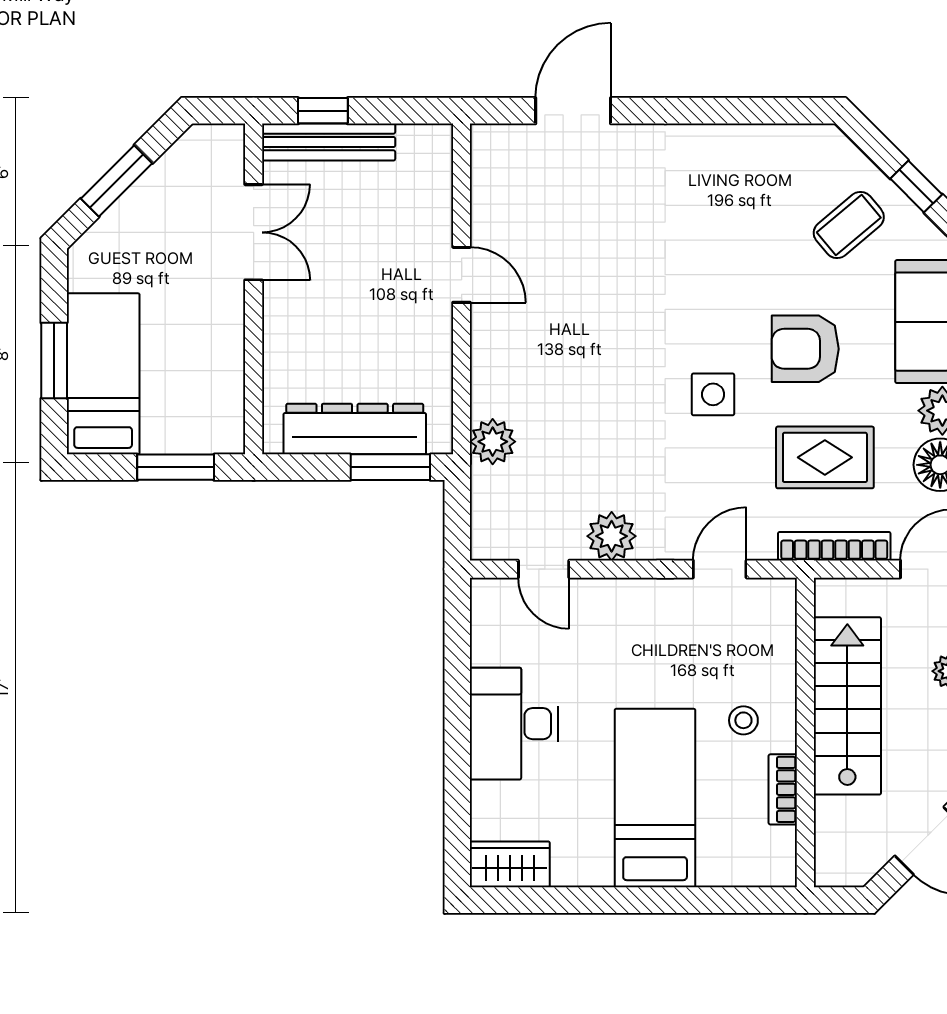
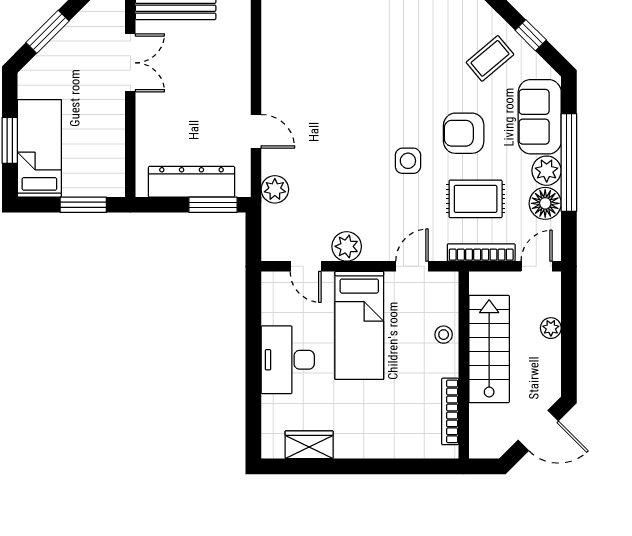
door: (462, 275) -> (256, 131), moved
stool: (743, 720) -> (444, 335), moved
bookcase: (783, 789) -> (450, 411), width x1.56
bed: (655, 798) -> (359, 325), moved, turned 180
wardrobe: (510, 864) -> (309, 445), moved

